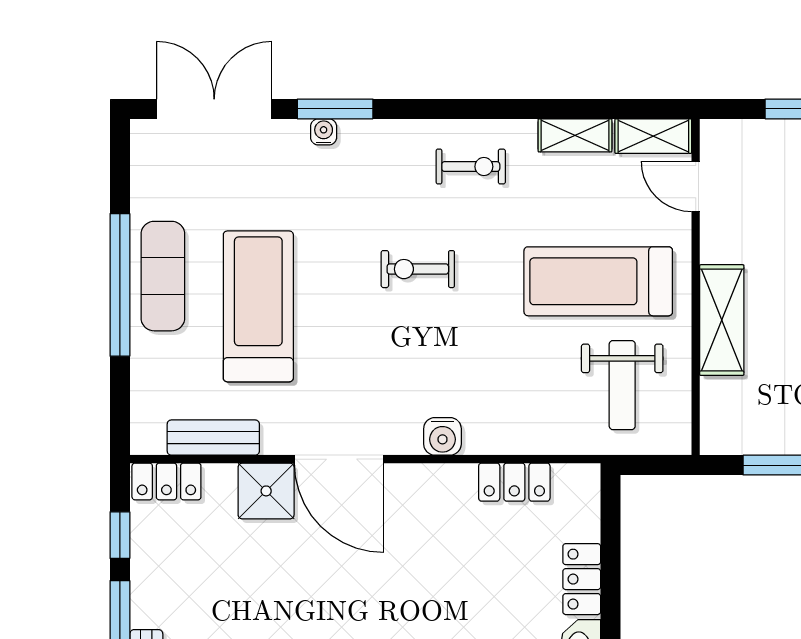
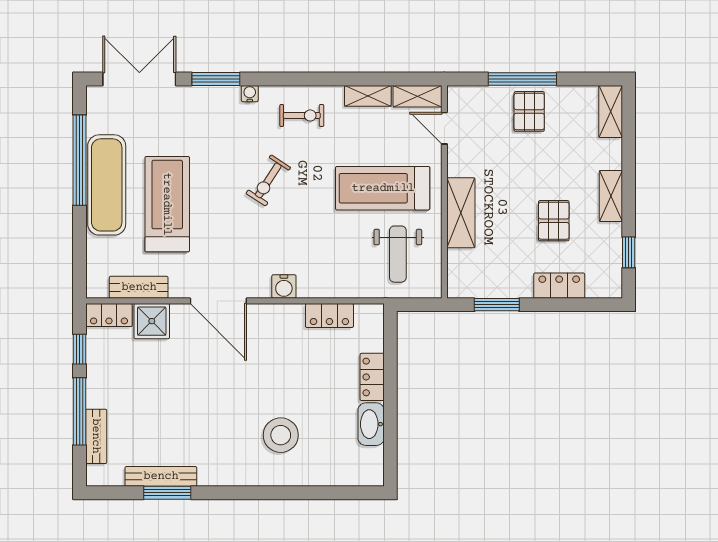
water cooler: (324, 132) -> (250, 94), moved
exercise bike: (418, 269) -> (268, 180), turned -57
exercise mat: (163, 276) -> (107, 185), width x1.36, depth x1.45
window: (120, 285) -> (80, 160), moved
shower: (266, 491) -> (152, 321), moved

